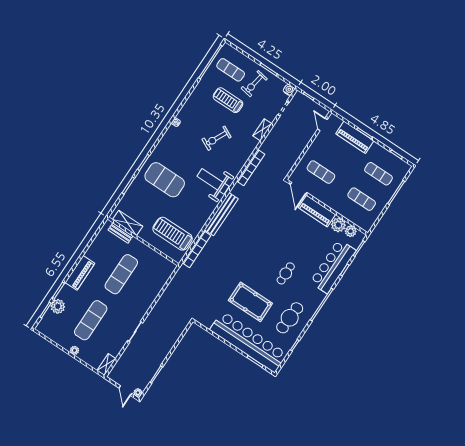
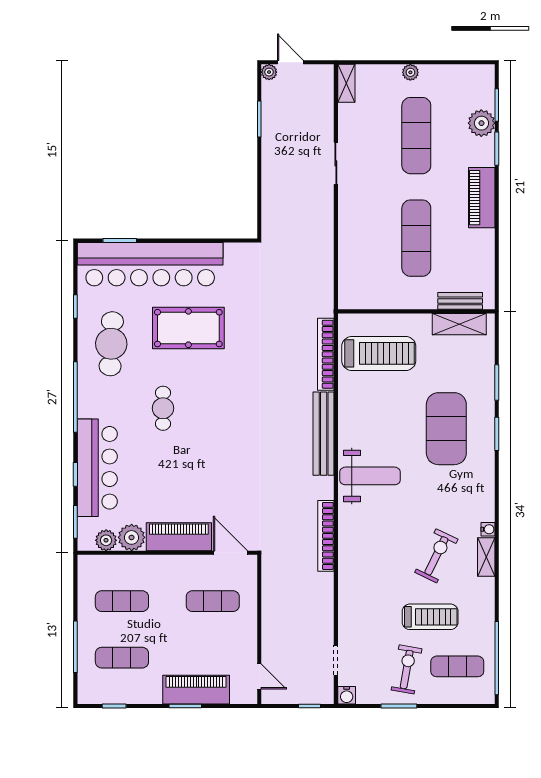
shelving: (262, 130) -> (486, 557), moved
exercise bike: (217, 138) -> (436, 556), moved
exercise mat: (165, 180) -> (446, 429), turned 90

